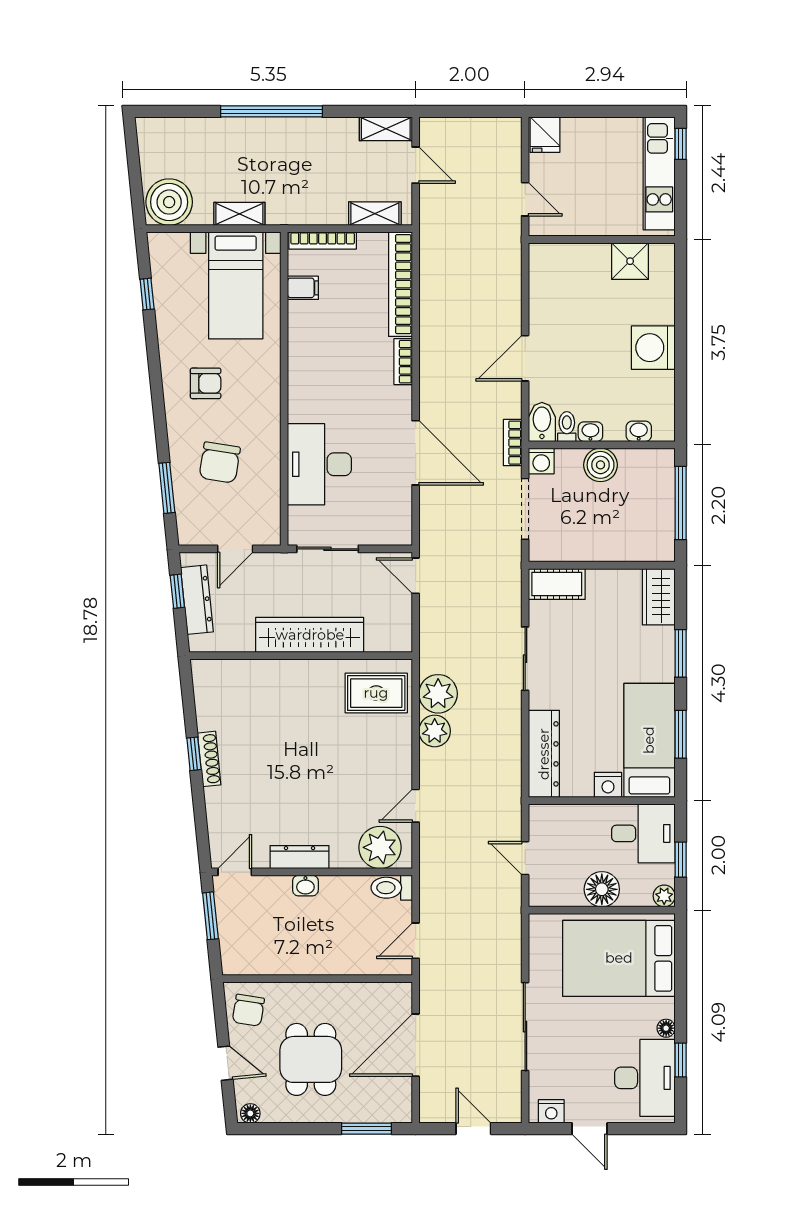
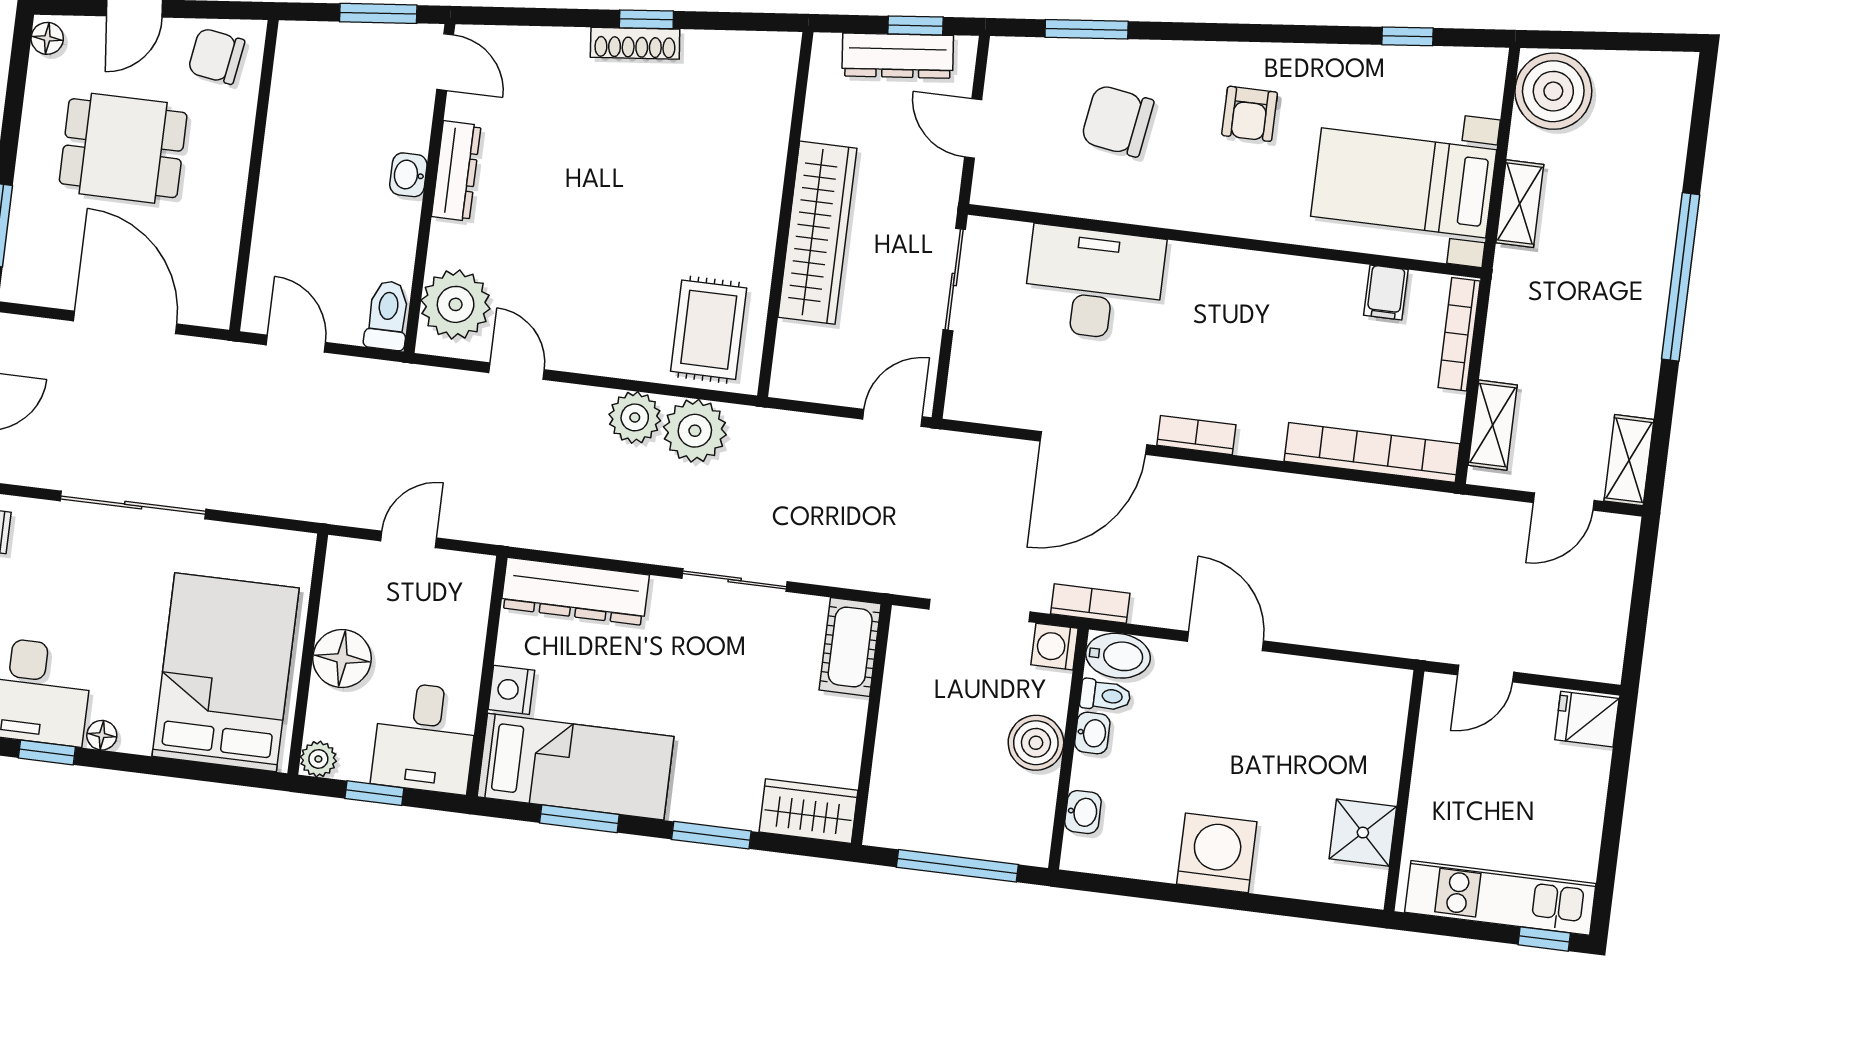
bookcase: (403, 362) -> (1196, 435), moved

